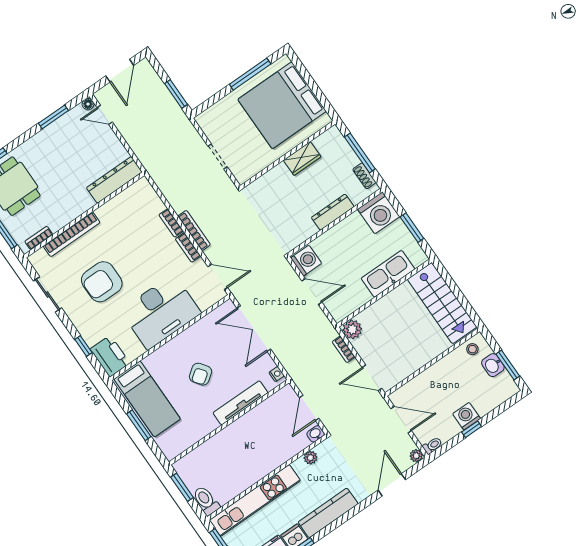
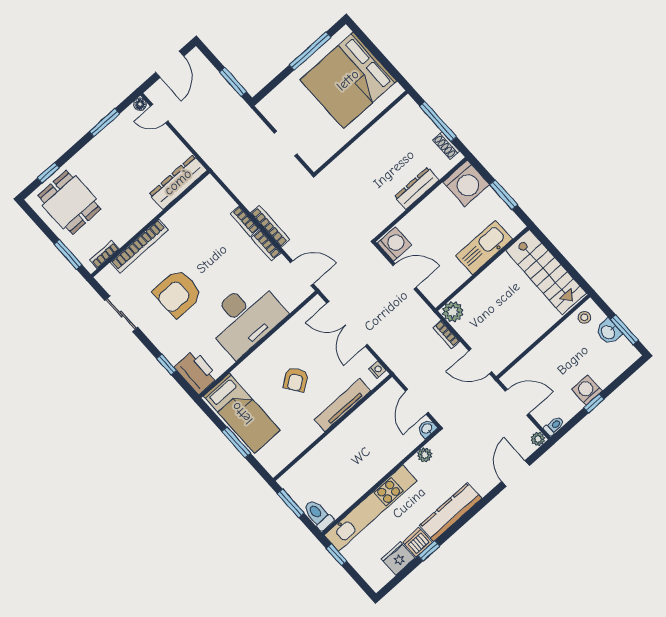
wardrobe: (302, 158) -> (377, 135), removed

